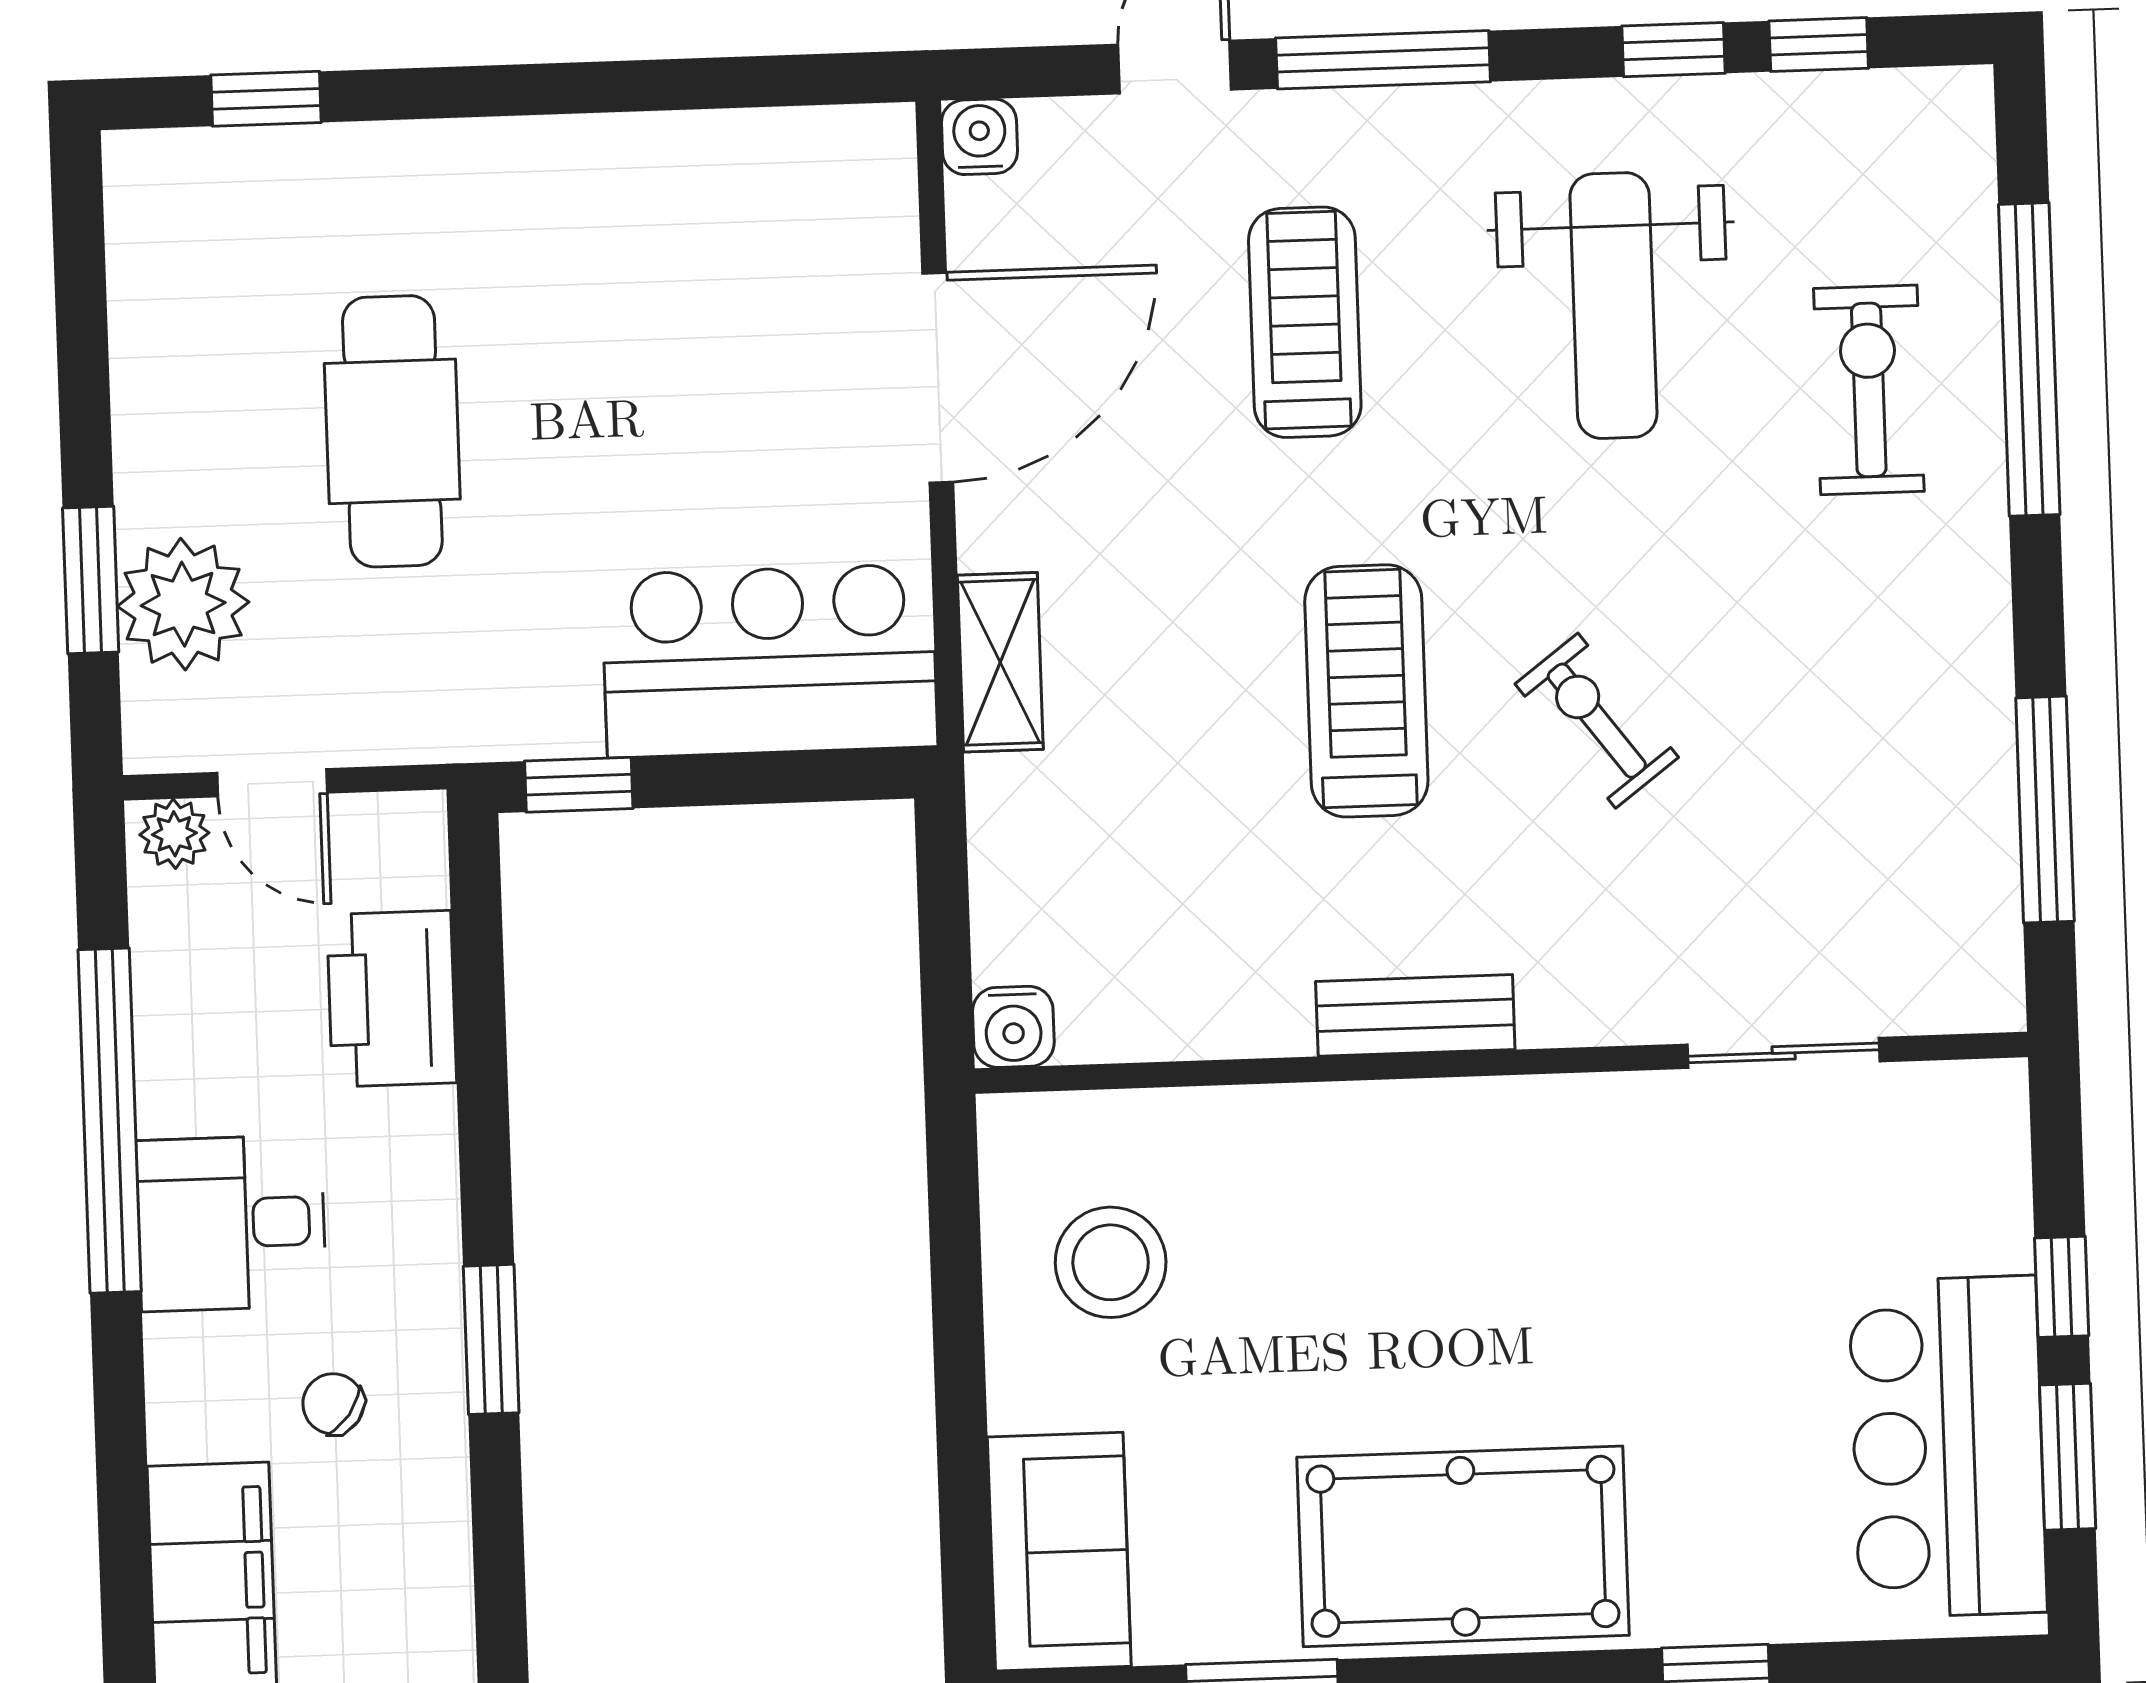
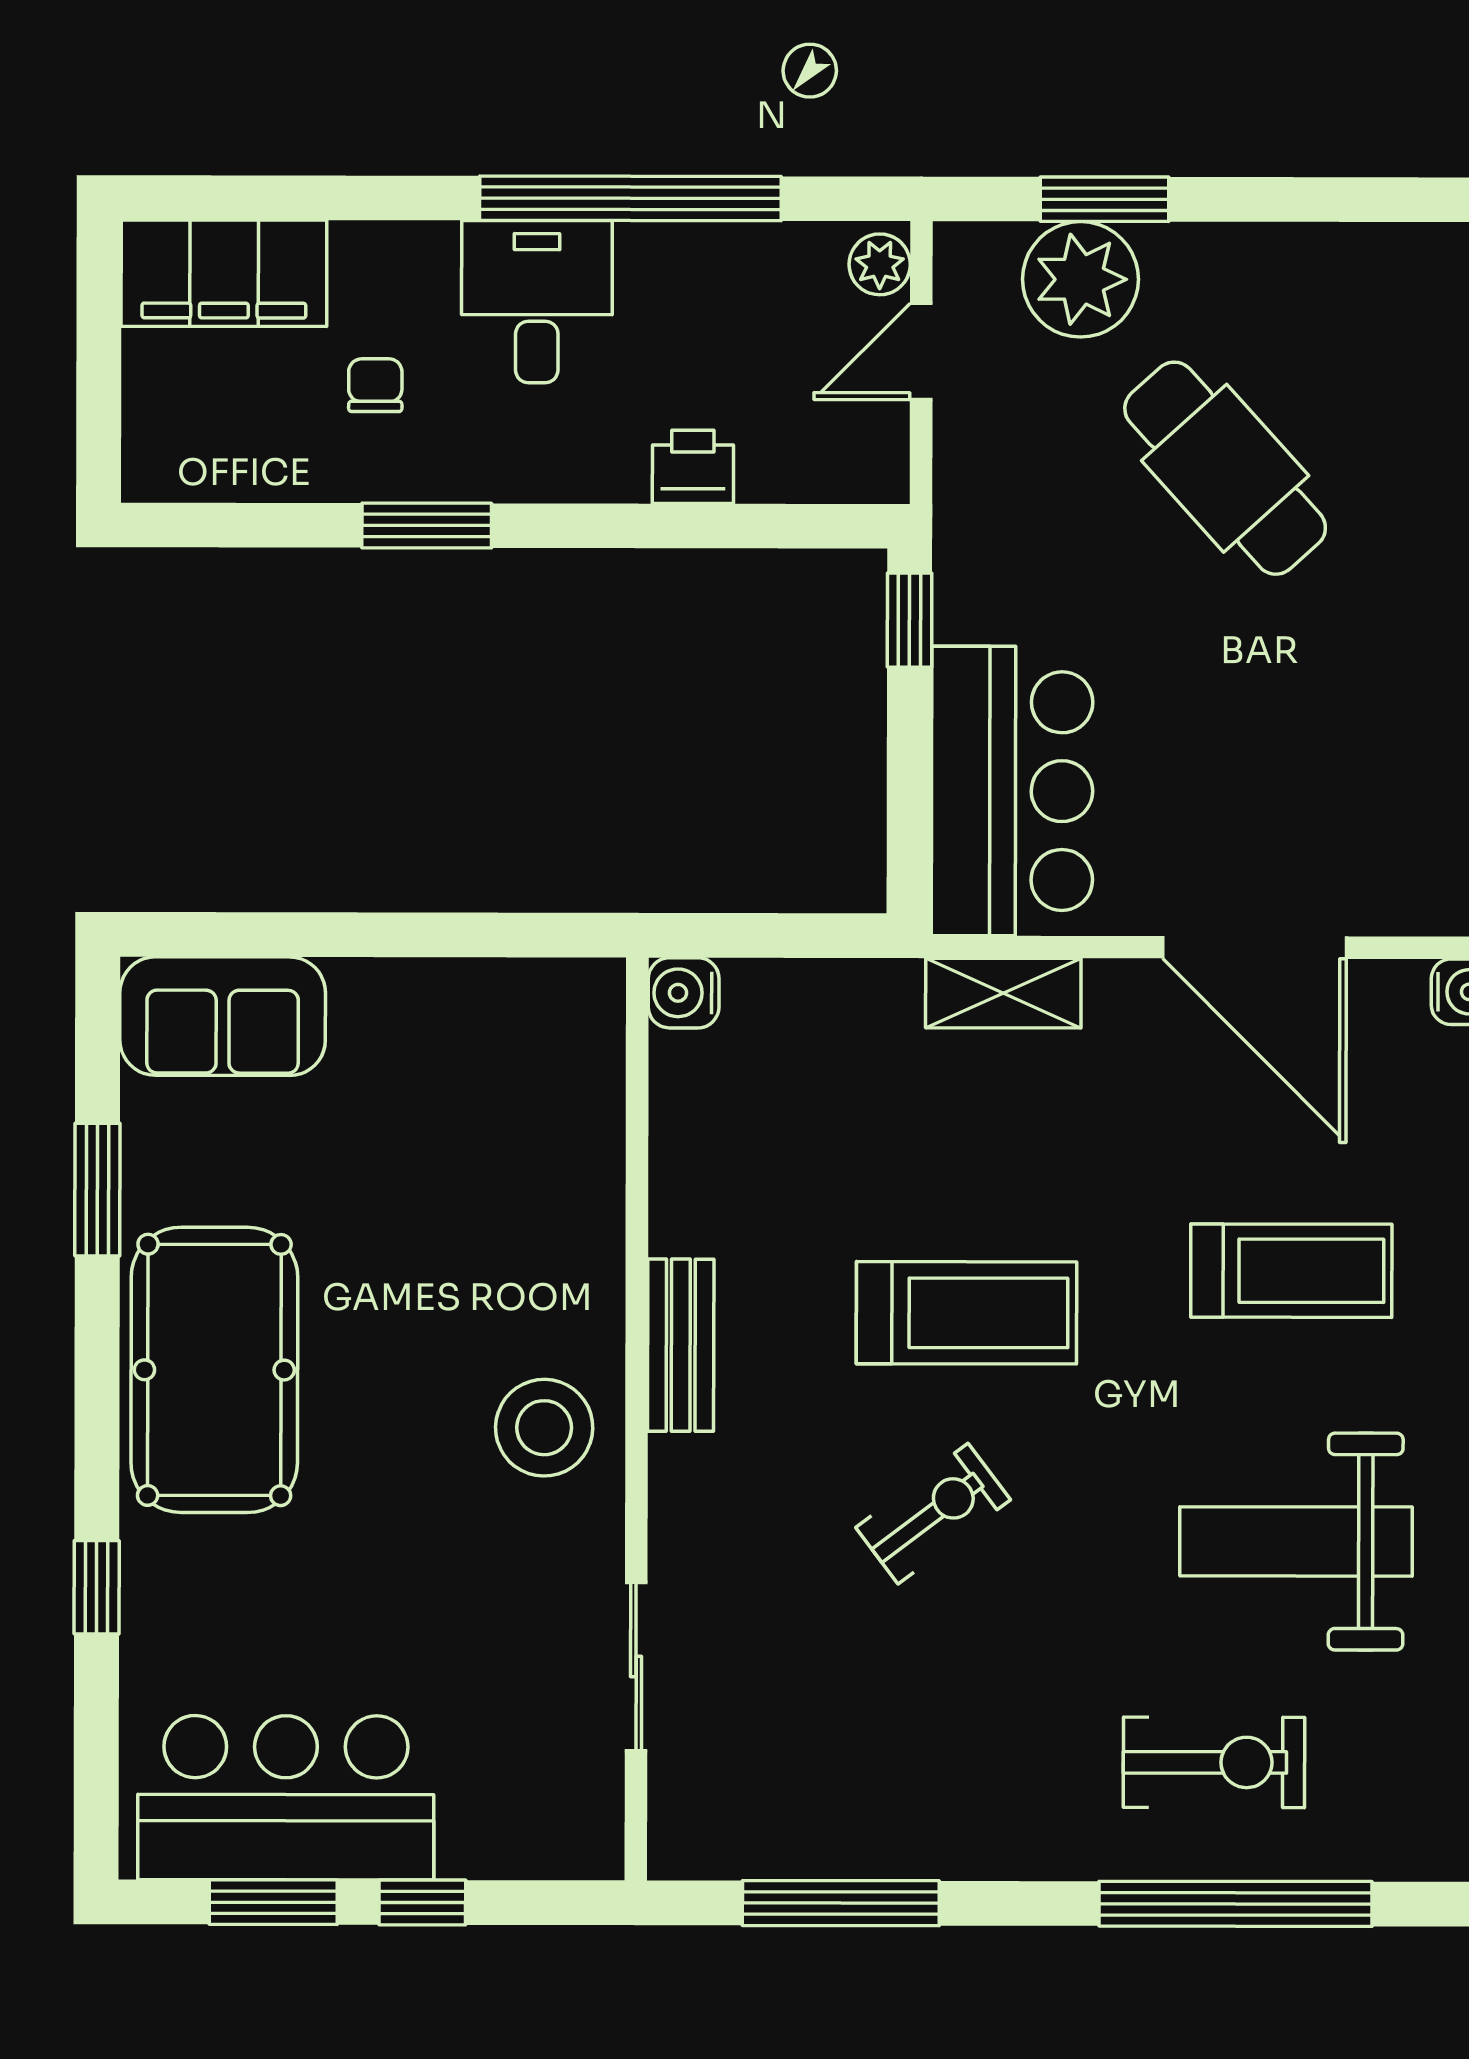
cafe table: (392, 431) -> (1225, 468), turned 48
printer: (392, 999) -> (693, 467), width x0.53, depth x0.68
stool: (1111, 1262) -> (544, 1428), moved
chair: (333, 1404) -> (375, 385), turned -36

